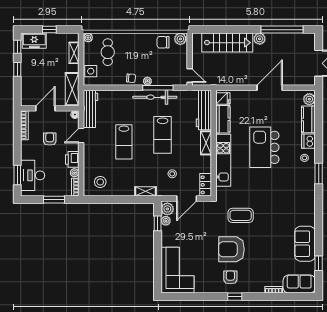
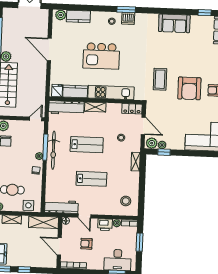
dishwasher: (308, 141) -> (128, 18), moved
sofa: (305, 244) -> (174, 23), moved

